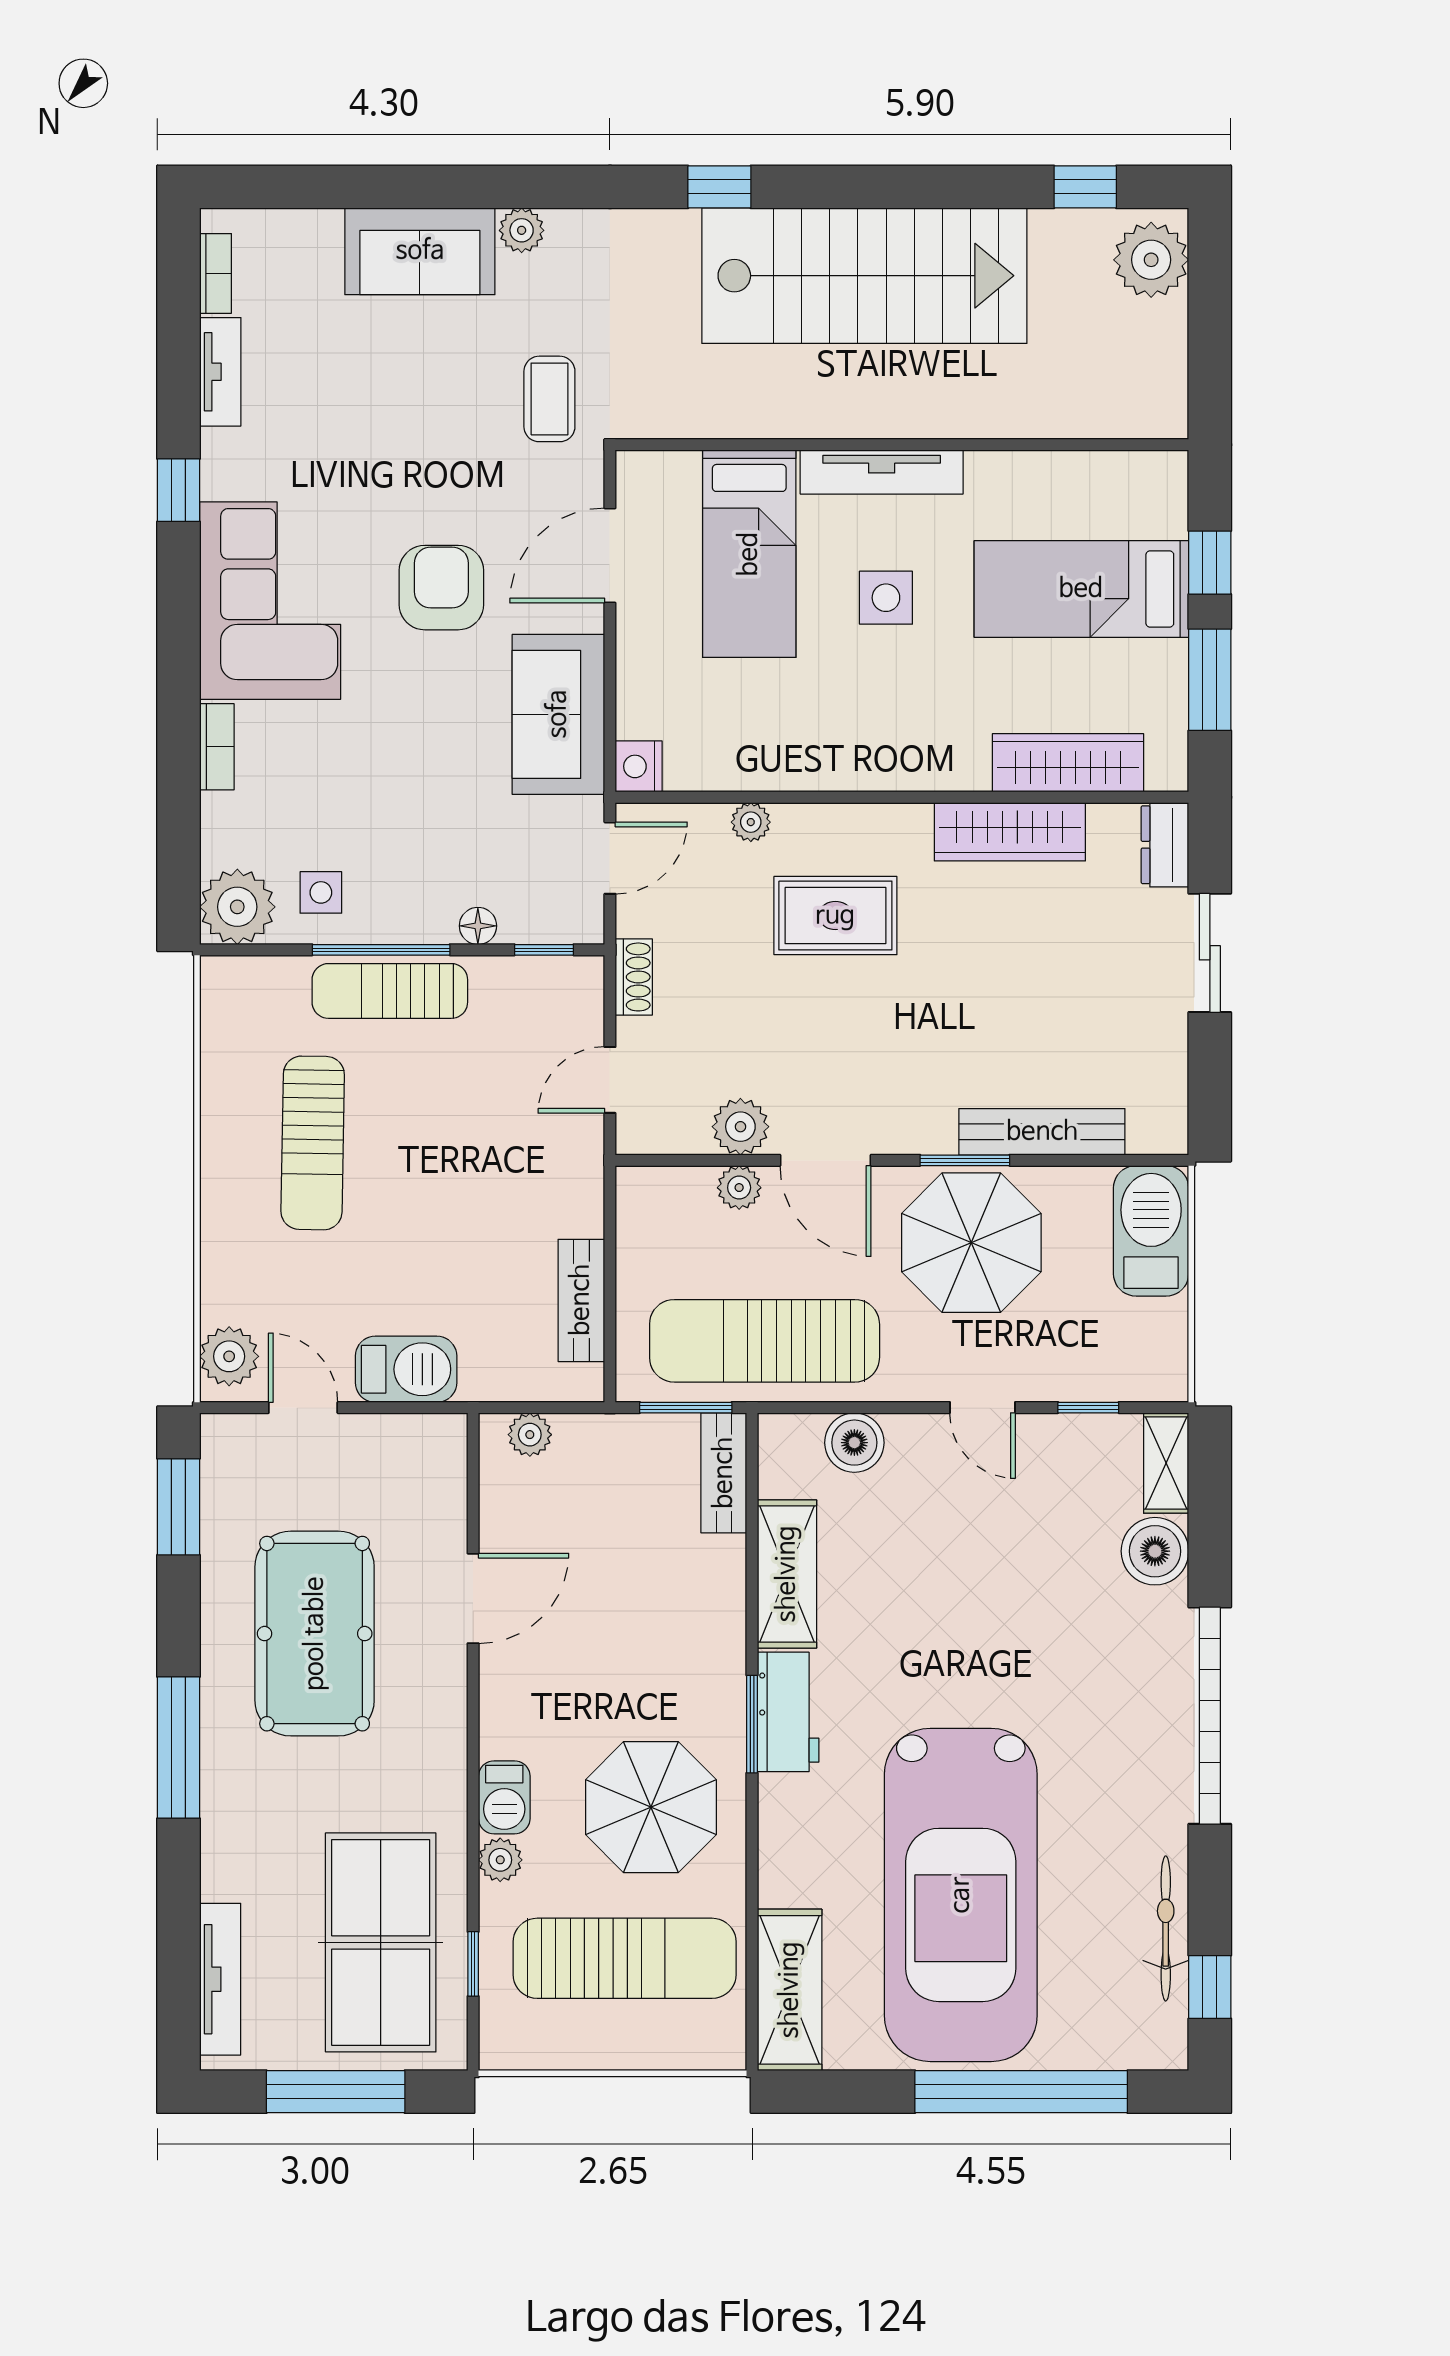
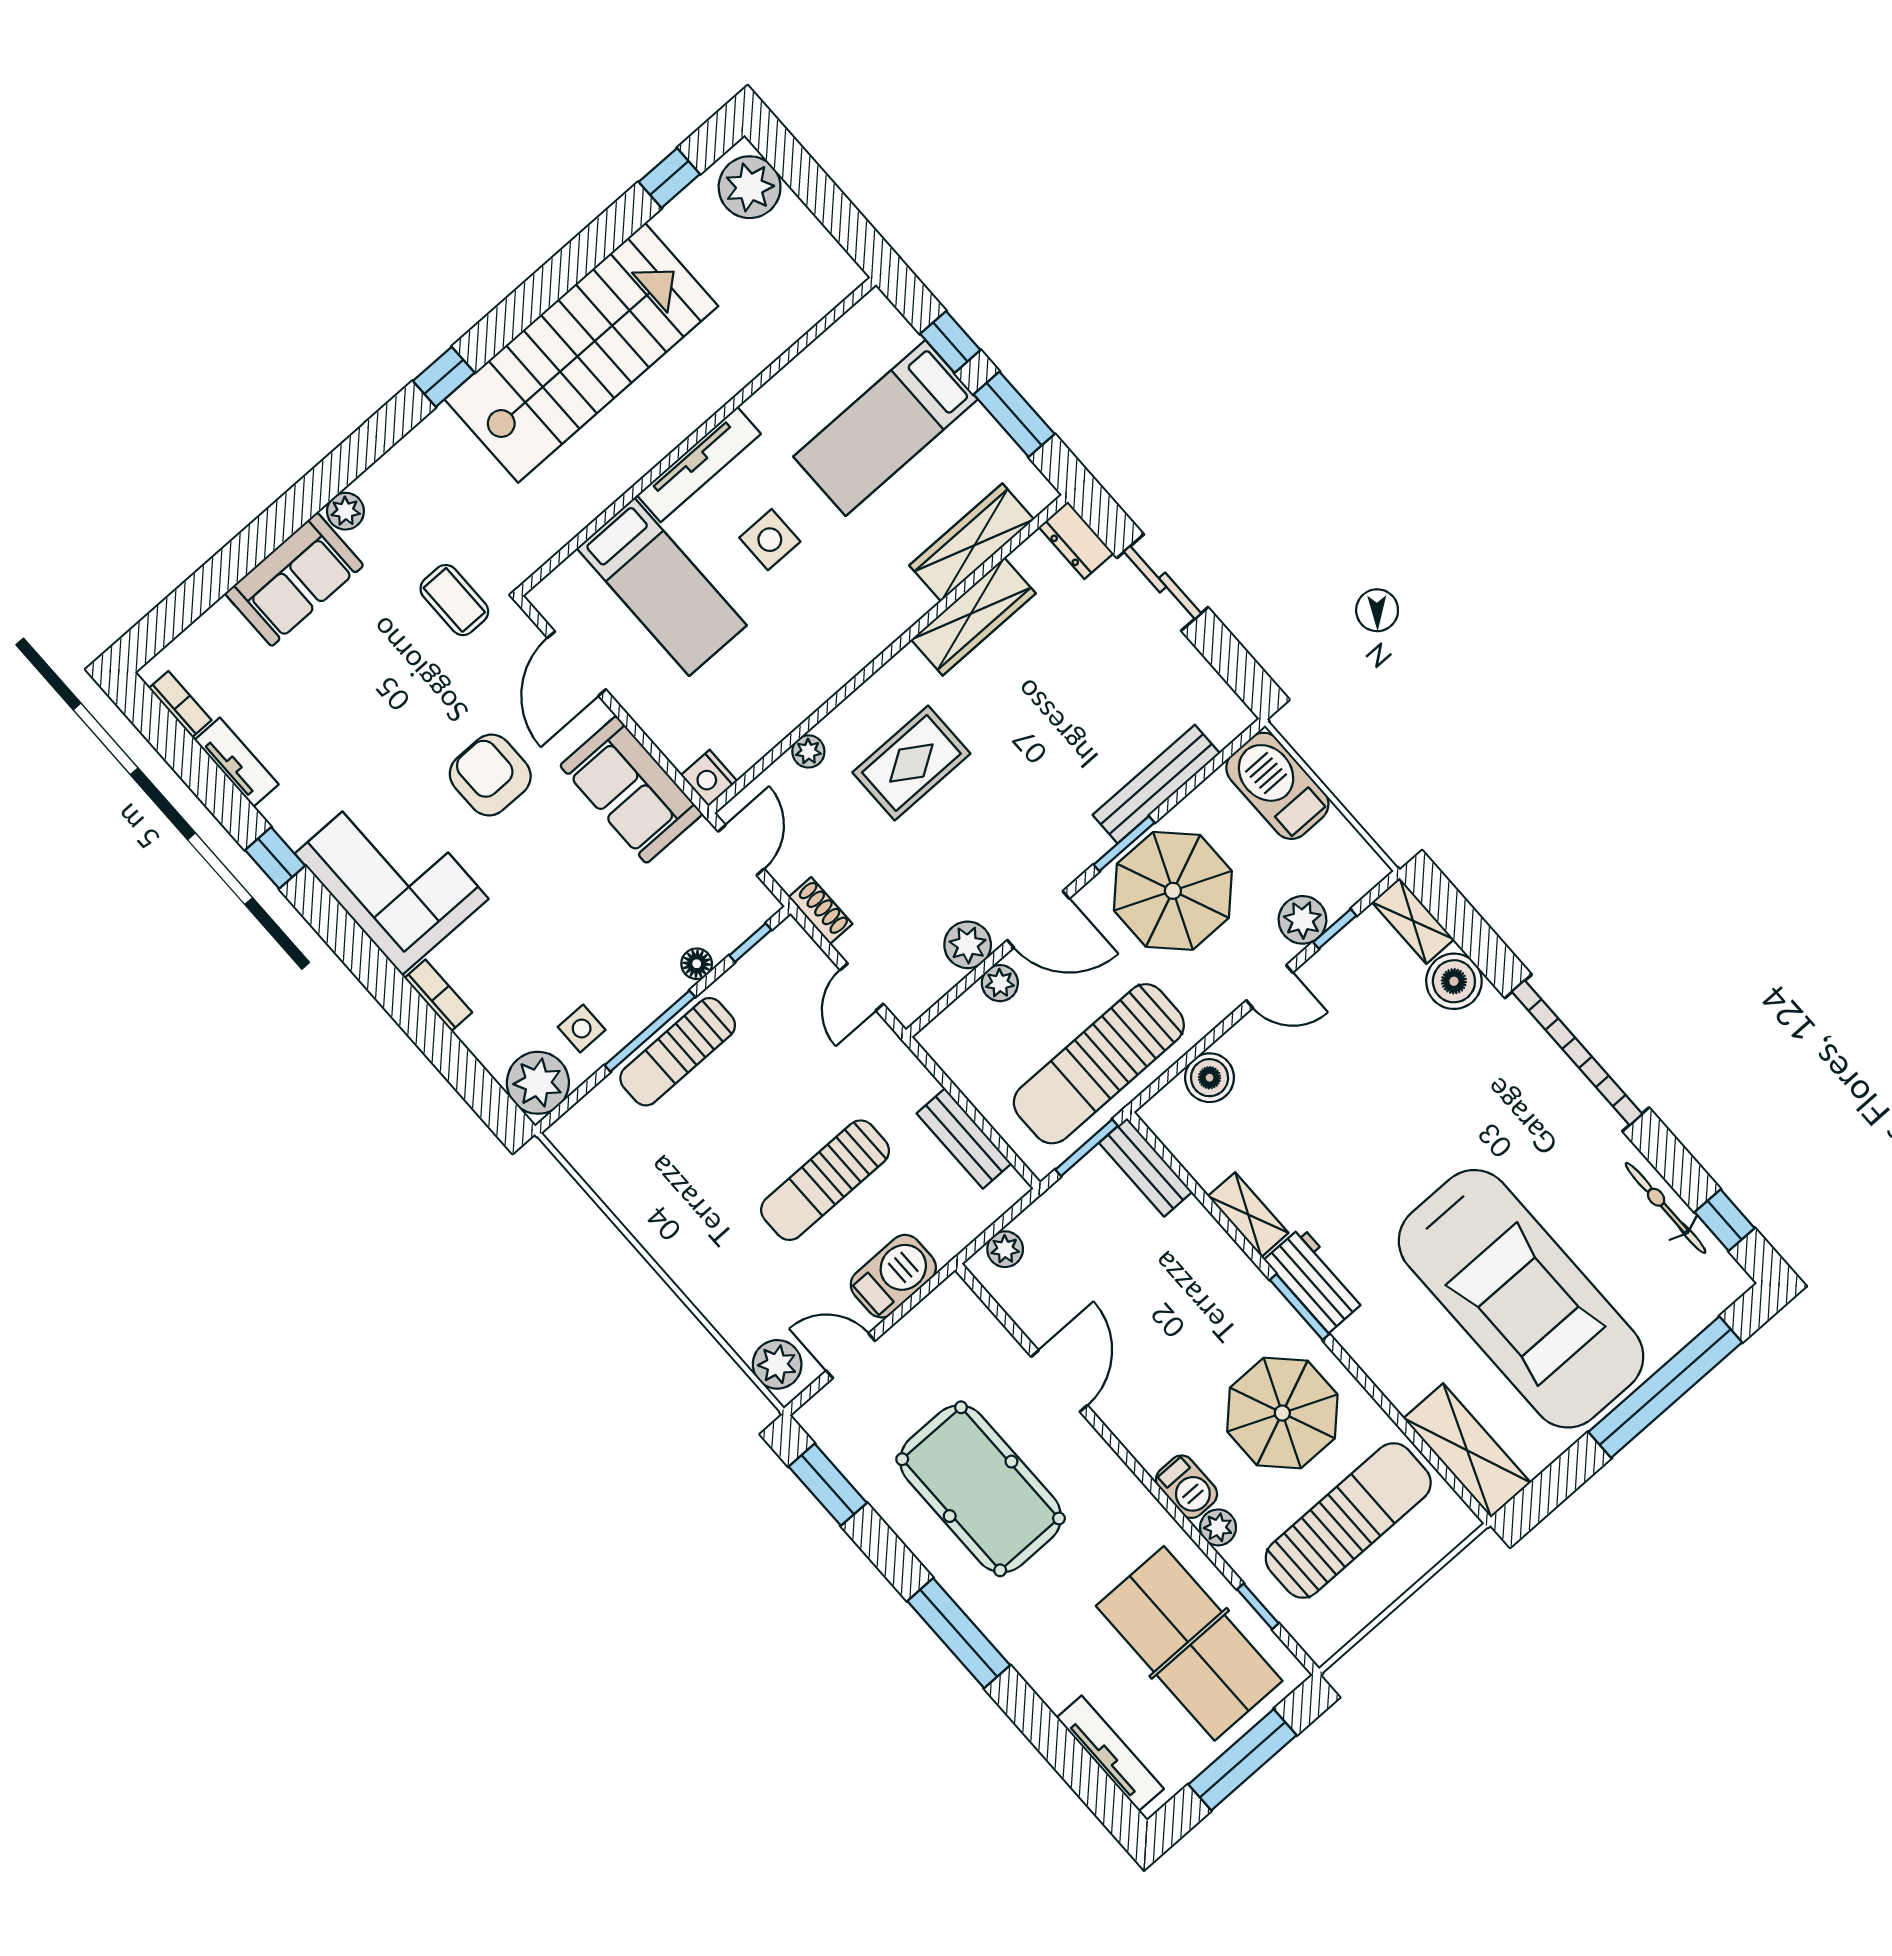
sun lounger: (313, 1143) -> (825, 1180), moved, turned 89
plant: (1066, 1373) -> (1302, 920), added
shelving: (787, 1574) -> (1248, 1215), width x0.67, depth x0.75

